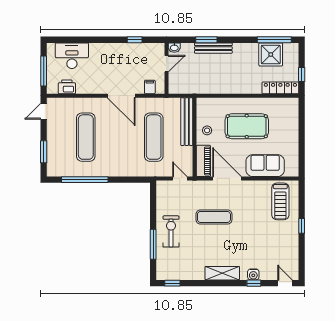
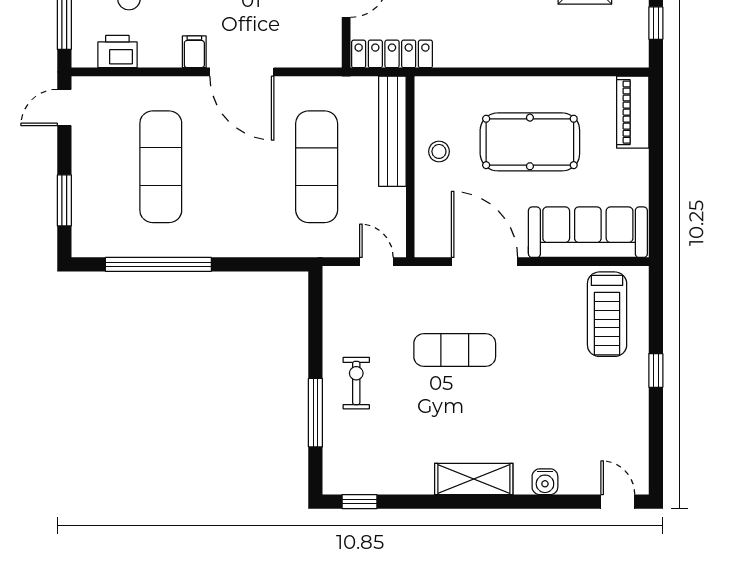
filing cabinet: (150, 87) -> (194, 52), moved
locker: (280, 88) -> (392, 54), moved
piano: (203, 161) -> (633, 112), moved, turned 180
sofa: (265, 166) -> (588, 232), width x1.36
exercise bike: (171, 231) -> (356, 383), width x0.73, depth x0.72
window: (254, 283) -> (547, 502), removed

